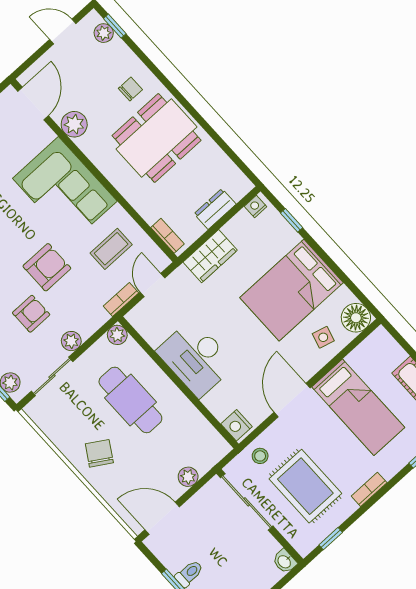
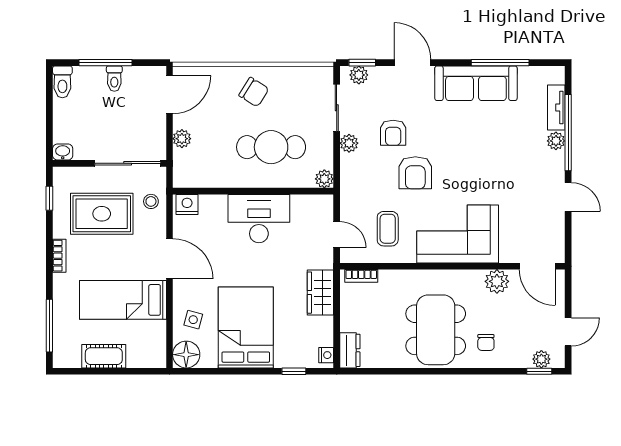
dresser: (215, 209) -> (350, 350), moved
bookcase: (121, 299) -> (346, 204), removed

